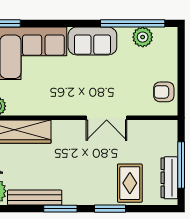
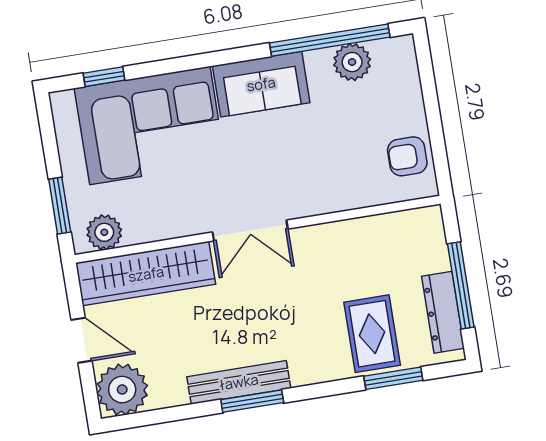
double door: (107, 118) -> (250, 231), moved
bench: (35, 197) -> (239, 382), moved
window: (110, 209) -> (393, 378), moved

